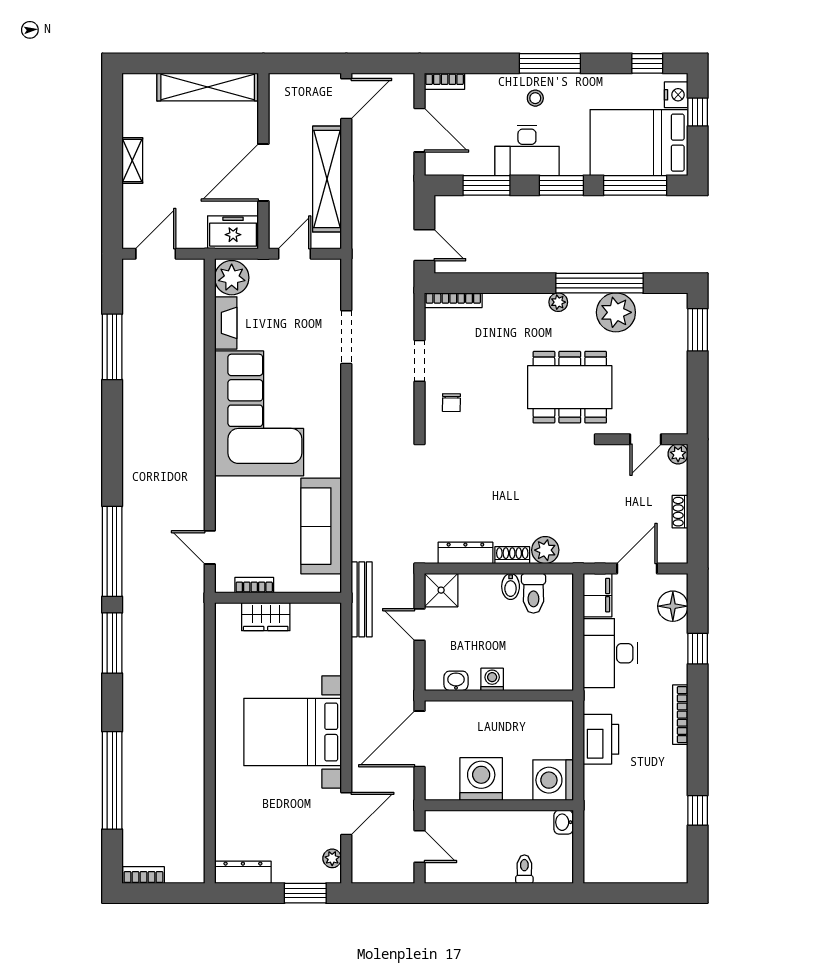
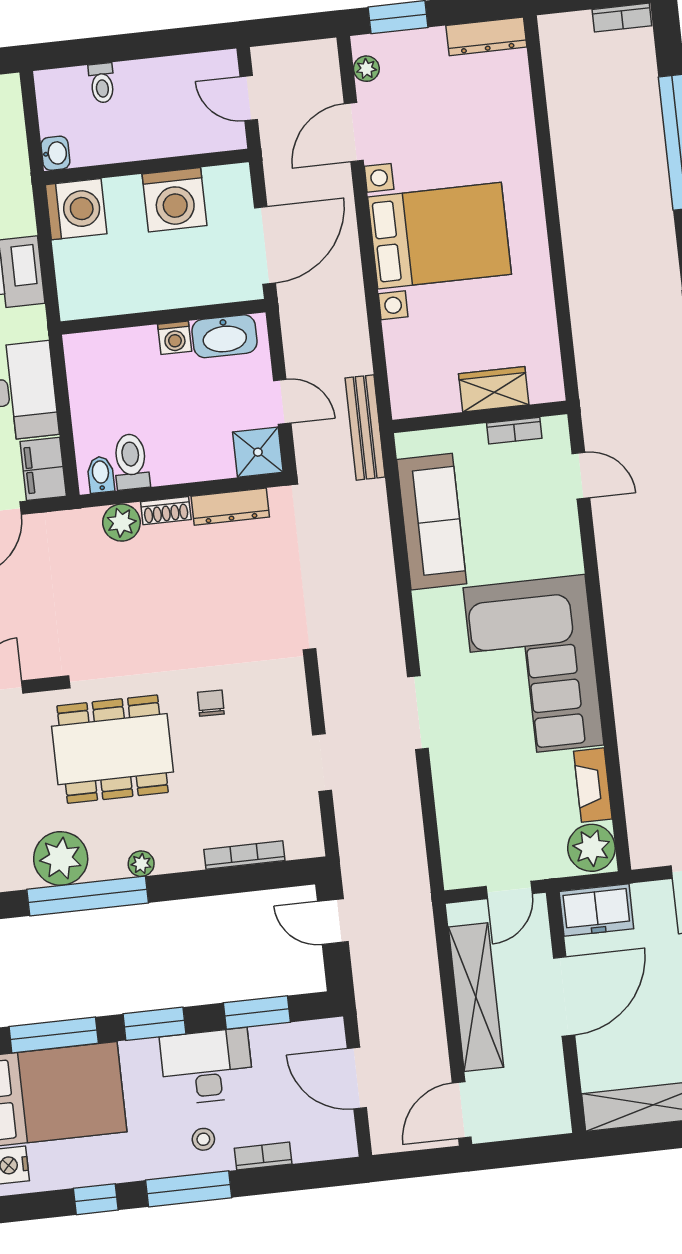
window: (647, 63) -> (96, 1199), moved
bookcase: (445, 81) -> (263, 1156), moved
bookcase: (453, 300) -> (244, 855), moved
doorway: (346, 337) -> (418, 713), moved
chair: (451, 403) -> (211, 703), moved
bidet: (511, 586) -> (101, 475), moved
washbasin: (456, 681) -> (224, 336), width x1.91, depth x1.45

